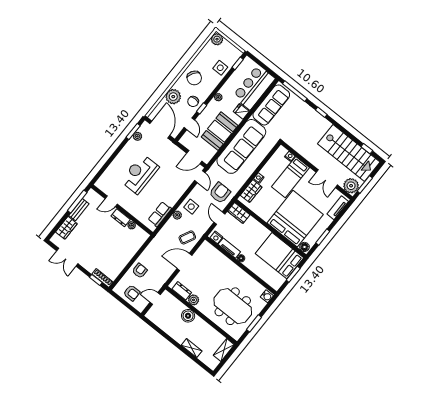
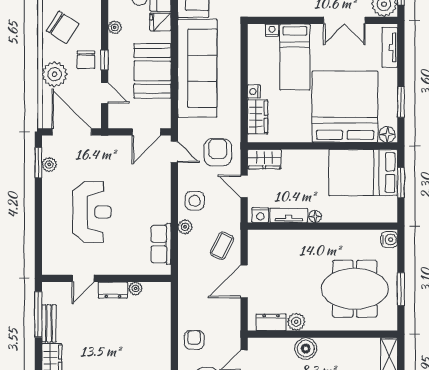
reception desk: (140, 174) -> (92, 212), turned 180

